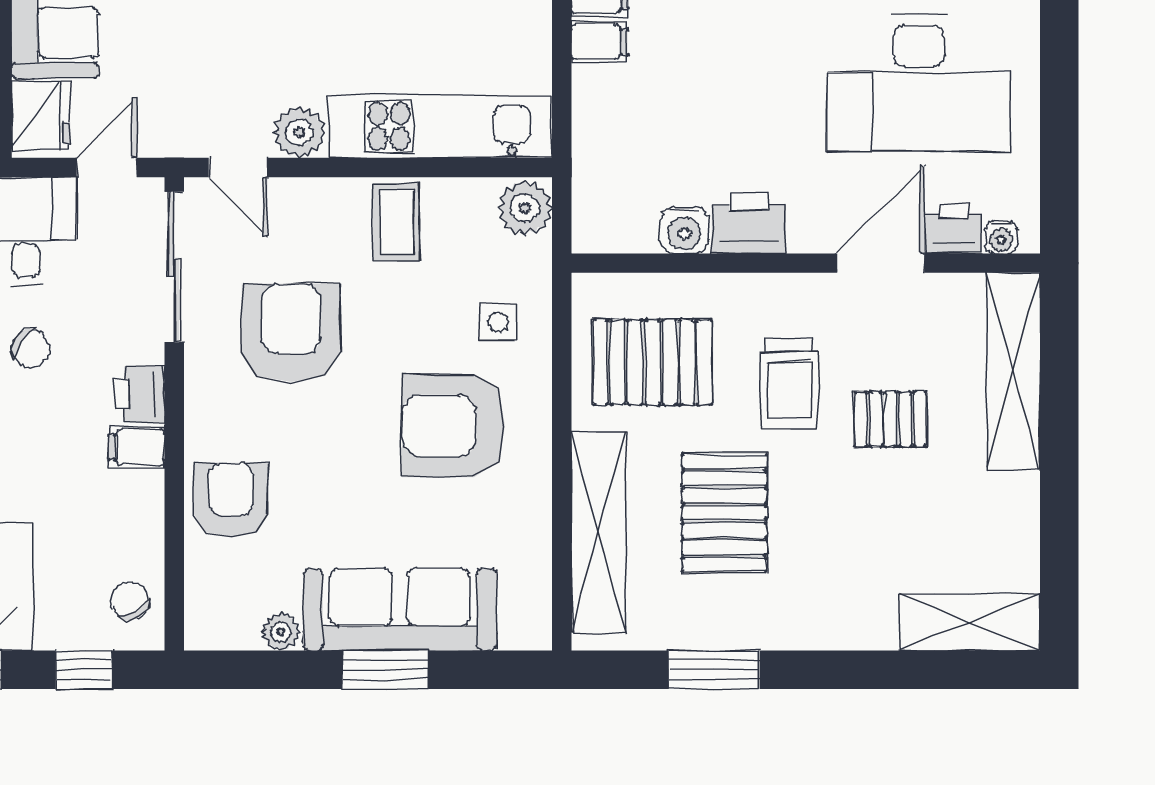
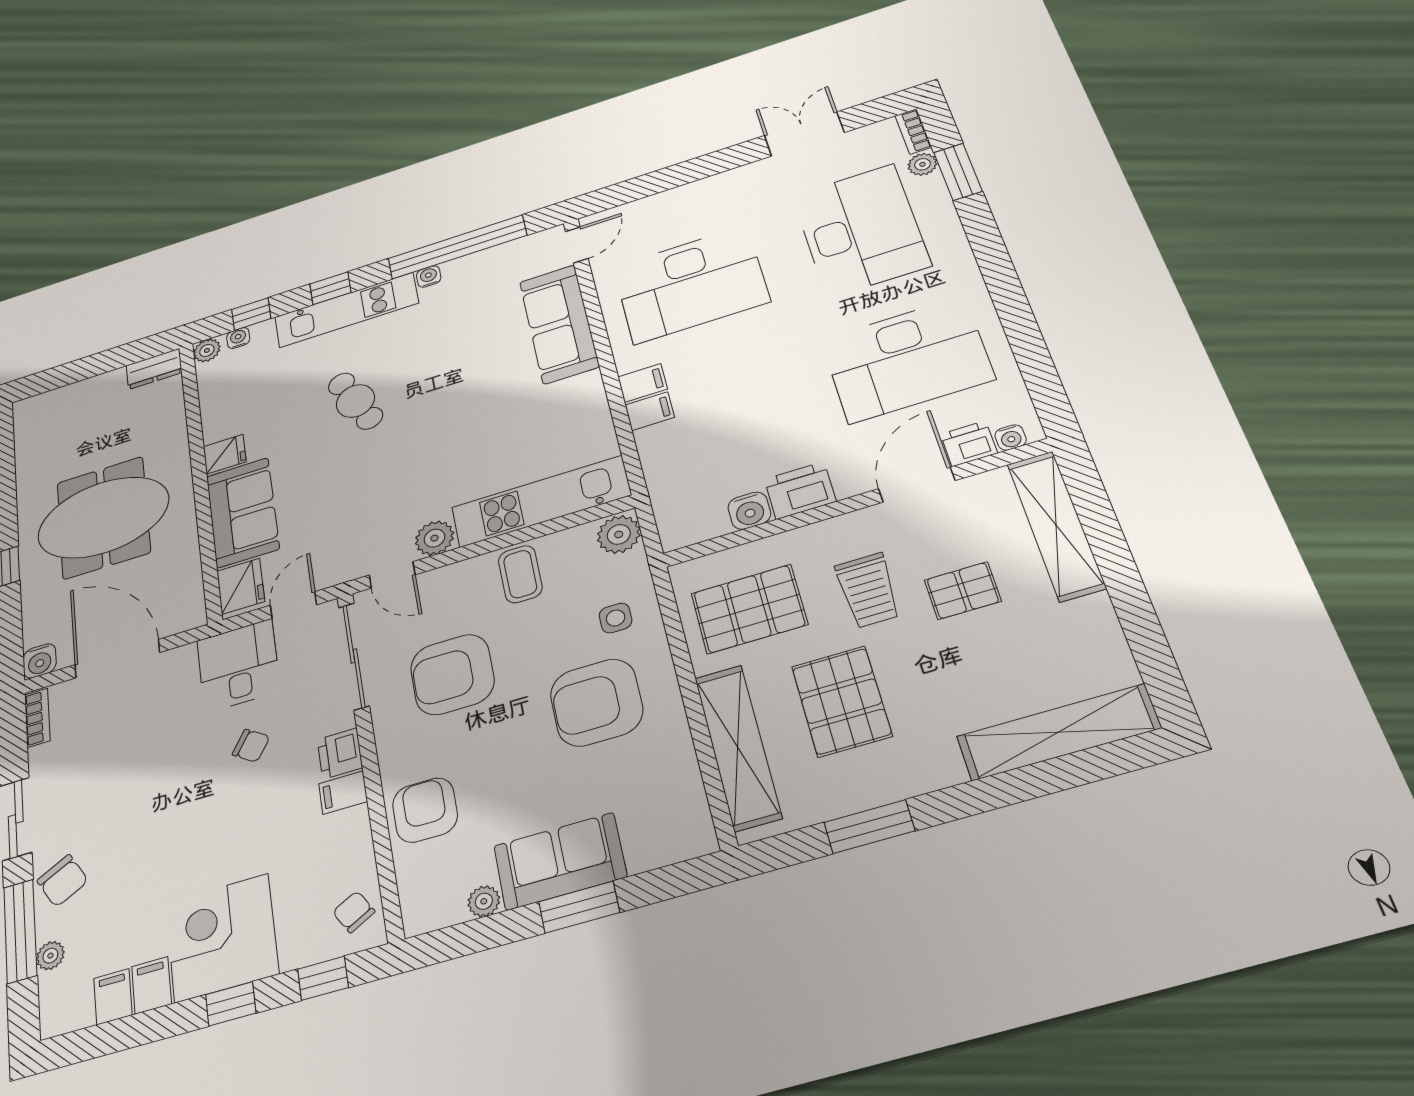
armchair: (291, 333) -> (452, 674), turned -90
sofa: (400, 610) -> (560, 861), width x0.73
shelving: (969, 622) -> (1058, 732), width x1.47

